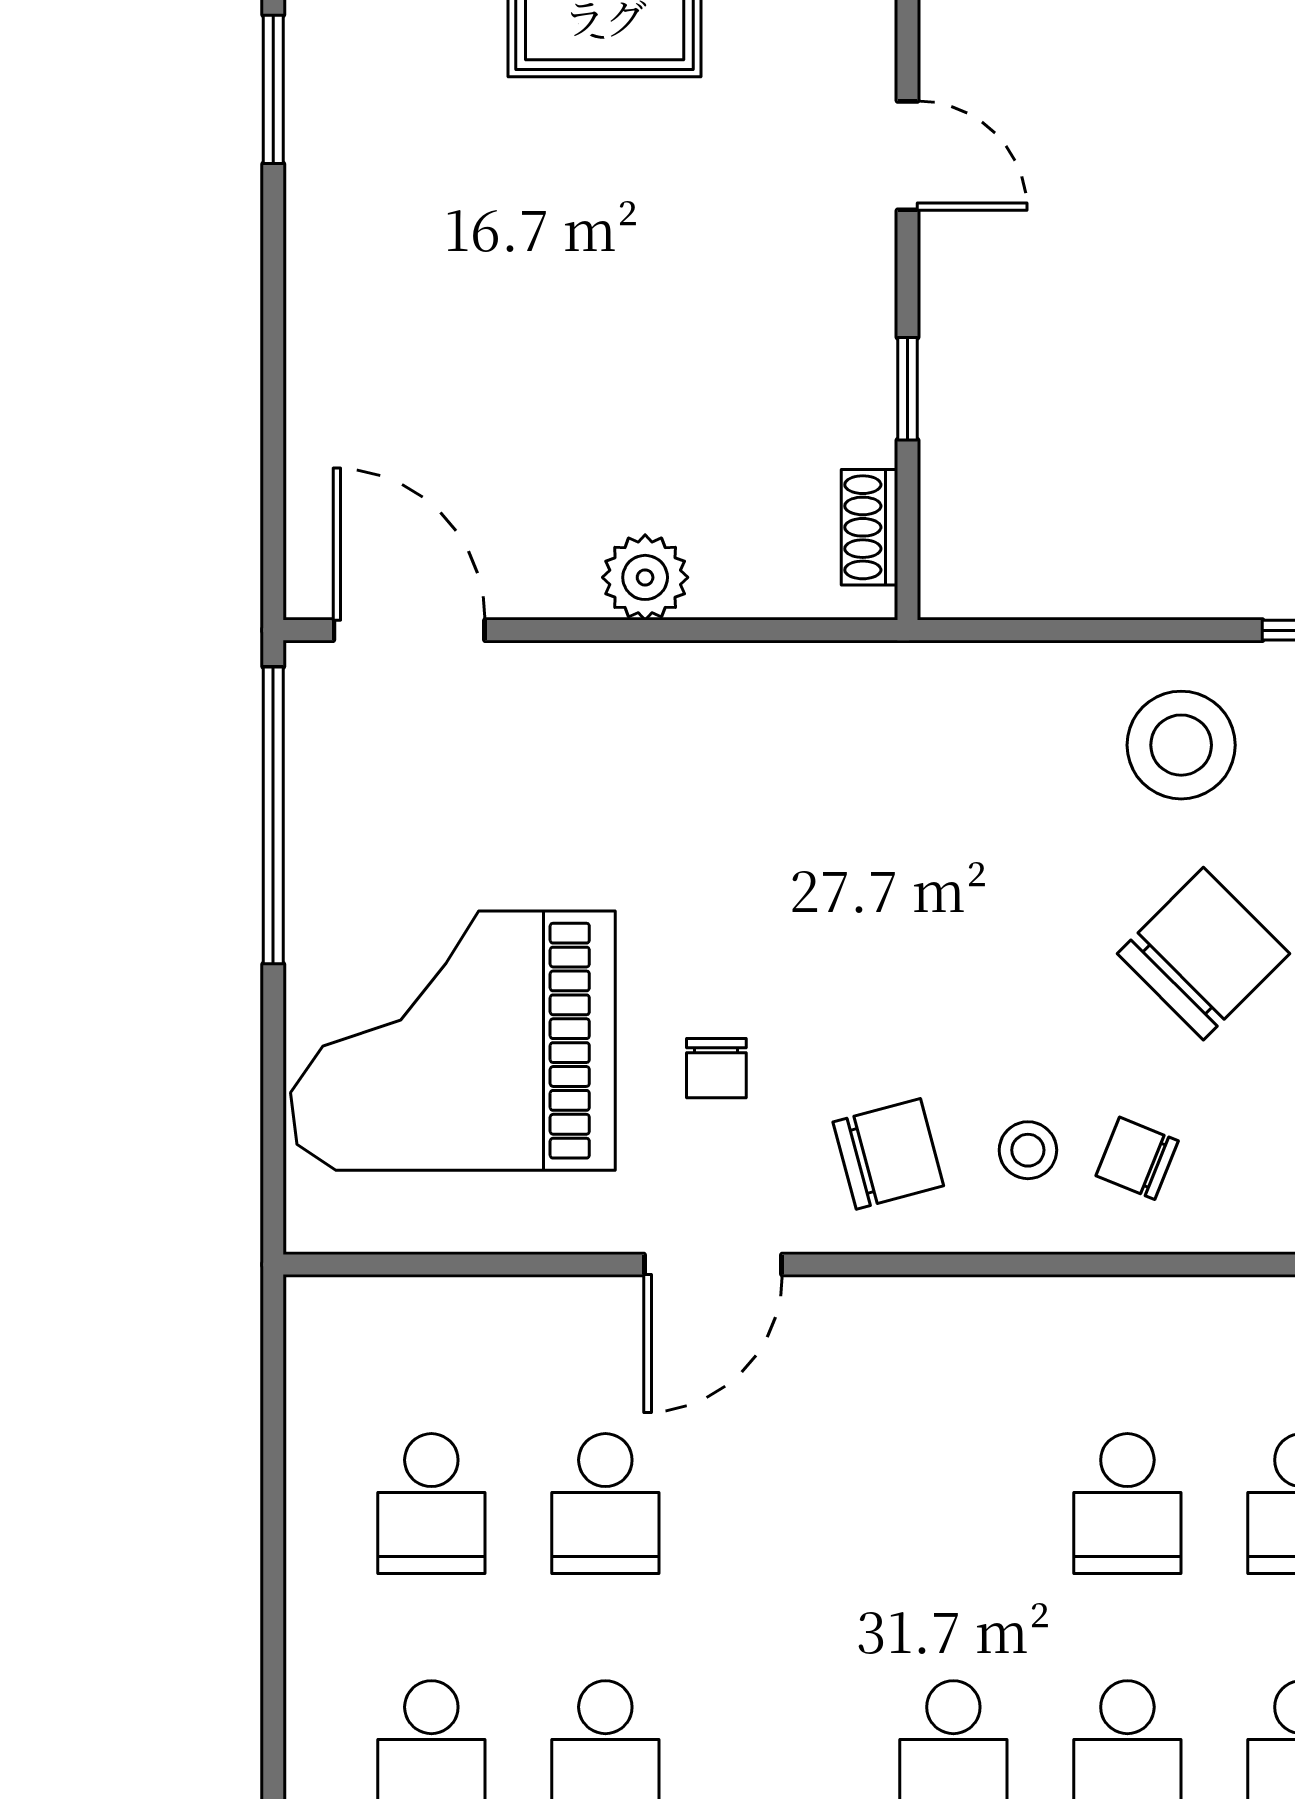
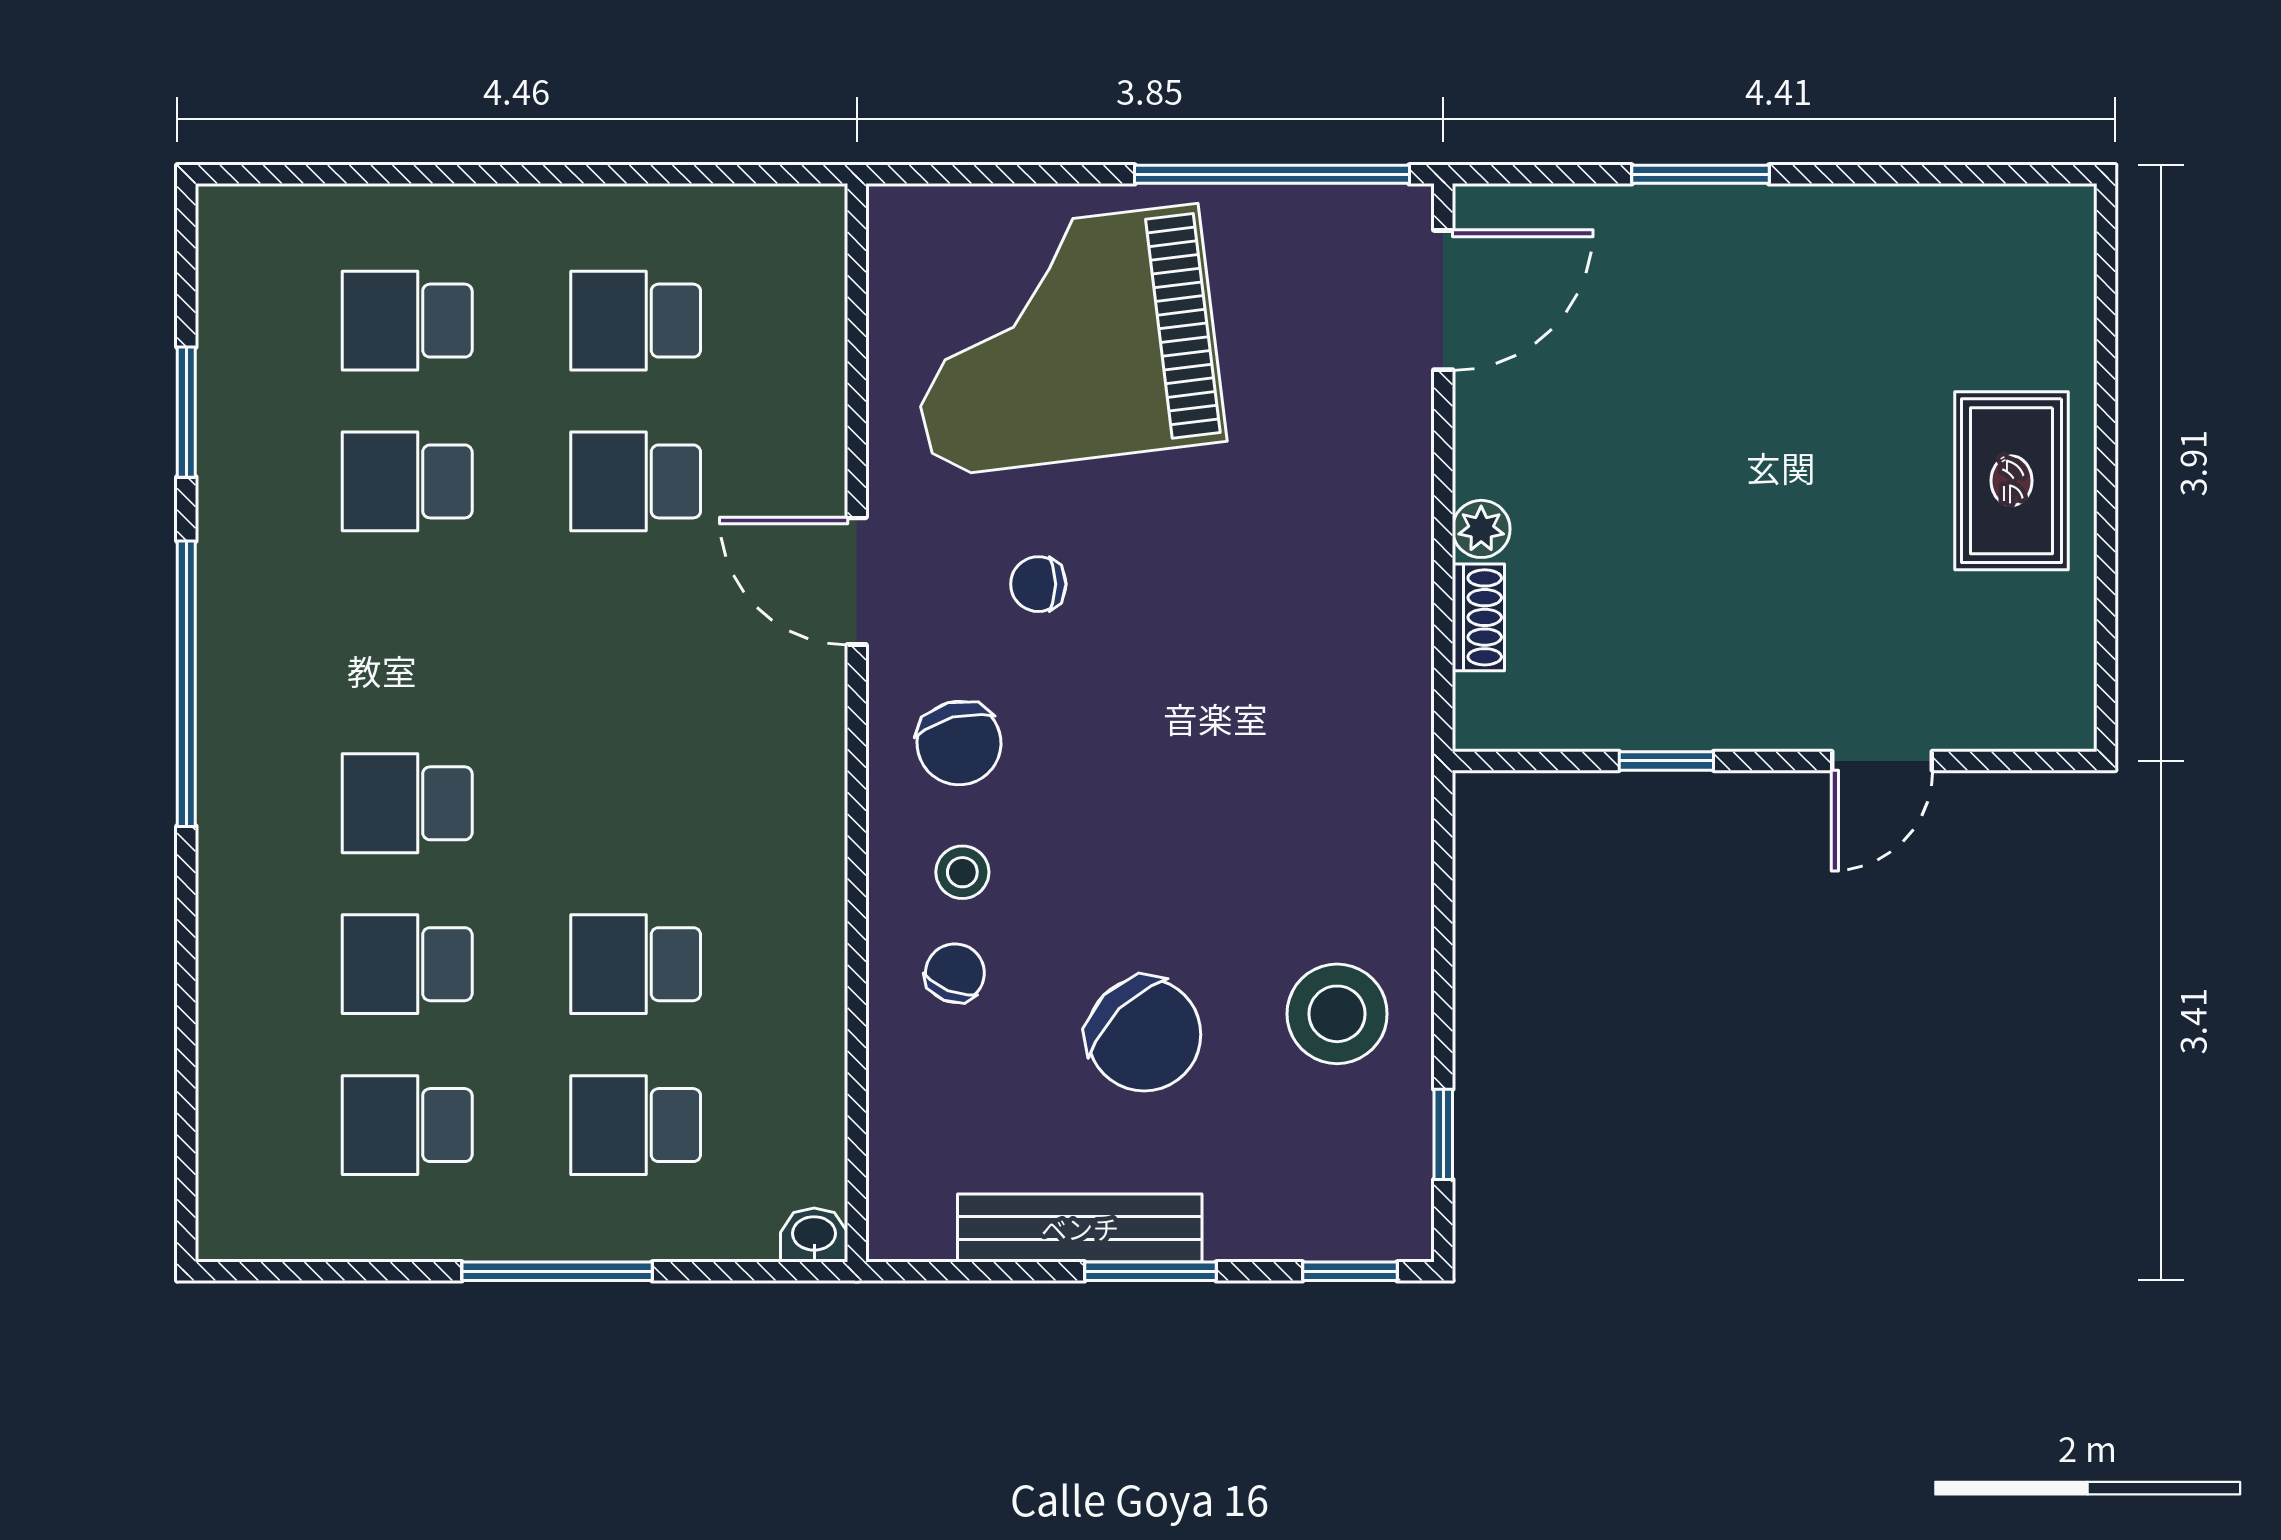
window: (273, 89) -> (1700, 174), moved
shoe rack: (870, 527) -> (1478, 617), moved, turned 90
plant: (645, 577) -> (1481, 529), width x0.73, depth x0.73
grand piano: (453, 1041) -> (1064, 340), turned -97

